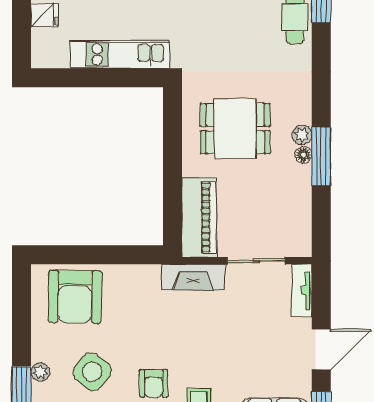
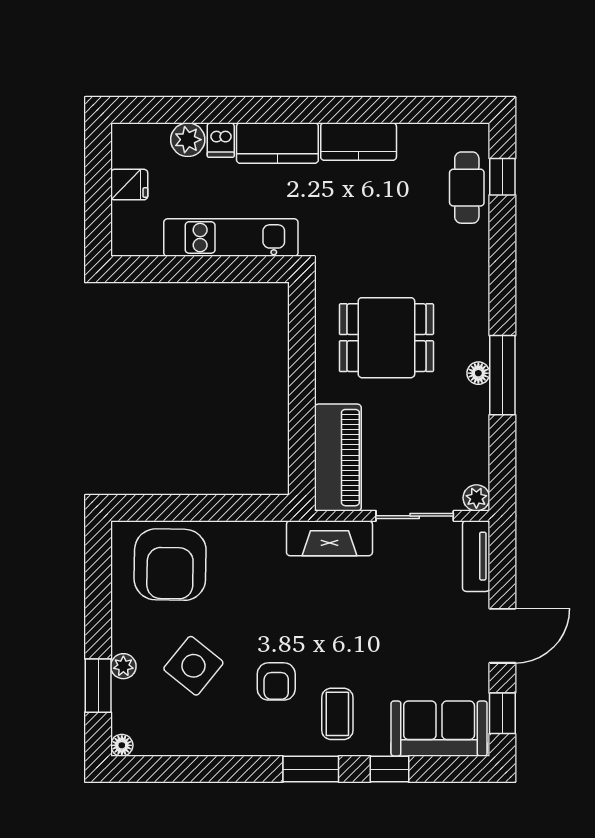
plant: (302, 135) -> (476, 498), moved

